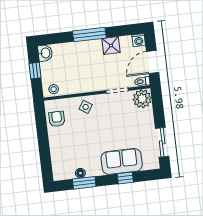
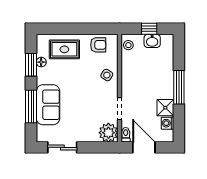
washing machine: (139, 40) -> (167, 123), moved
washbasin: (45, 53) -> (152, 41), moved
rug: (65, 152) -> (64, 49), added
window: (125, 178) -> (31, 106), width x2.17

